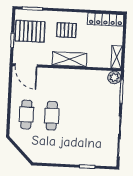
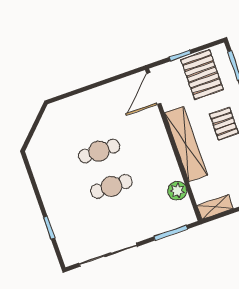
shelving: (70, 59) -> (186, 144), width x1.47
plant: (114, 77) -> (177, 191), moved
cafe table: (26, 114) -> (111, 186), moved

